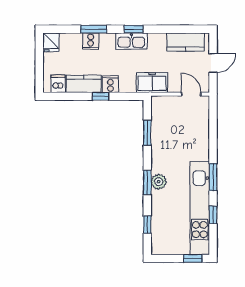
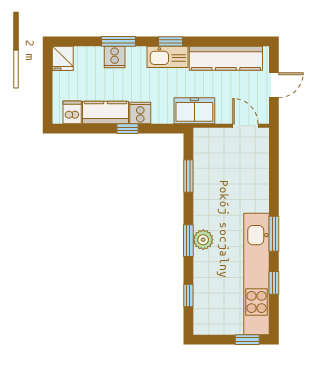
kitchen counter: (186, 42) -> (226, 58), width x1.50

